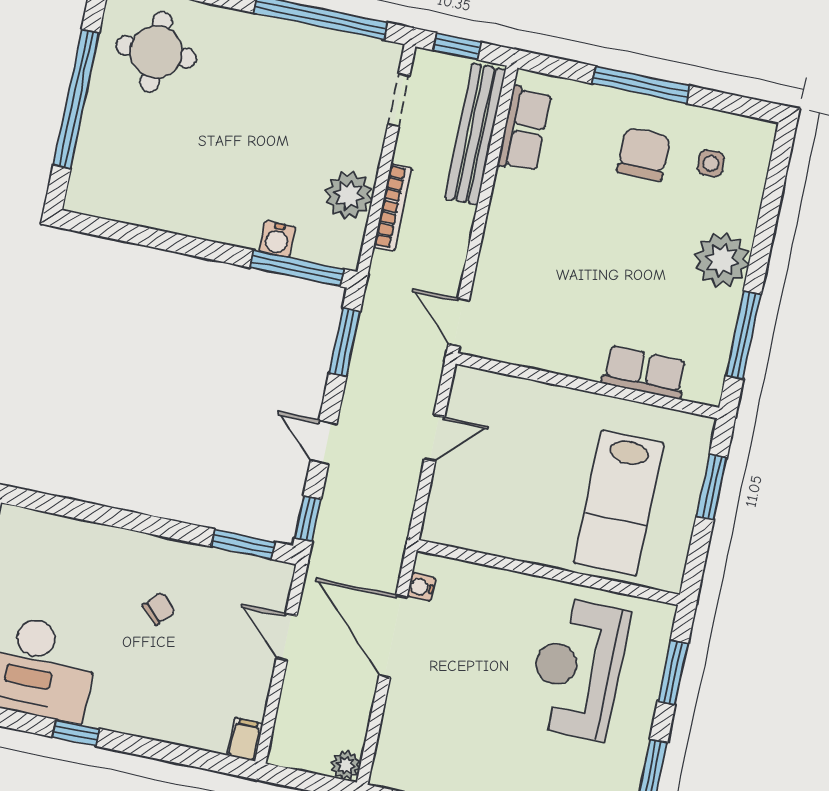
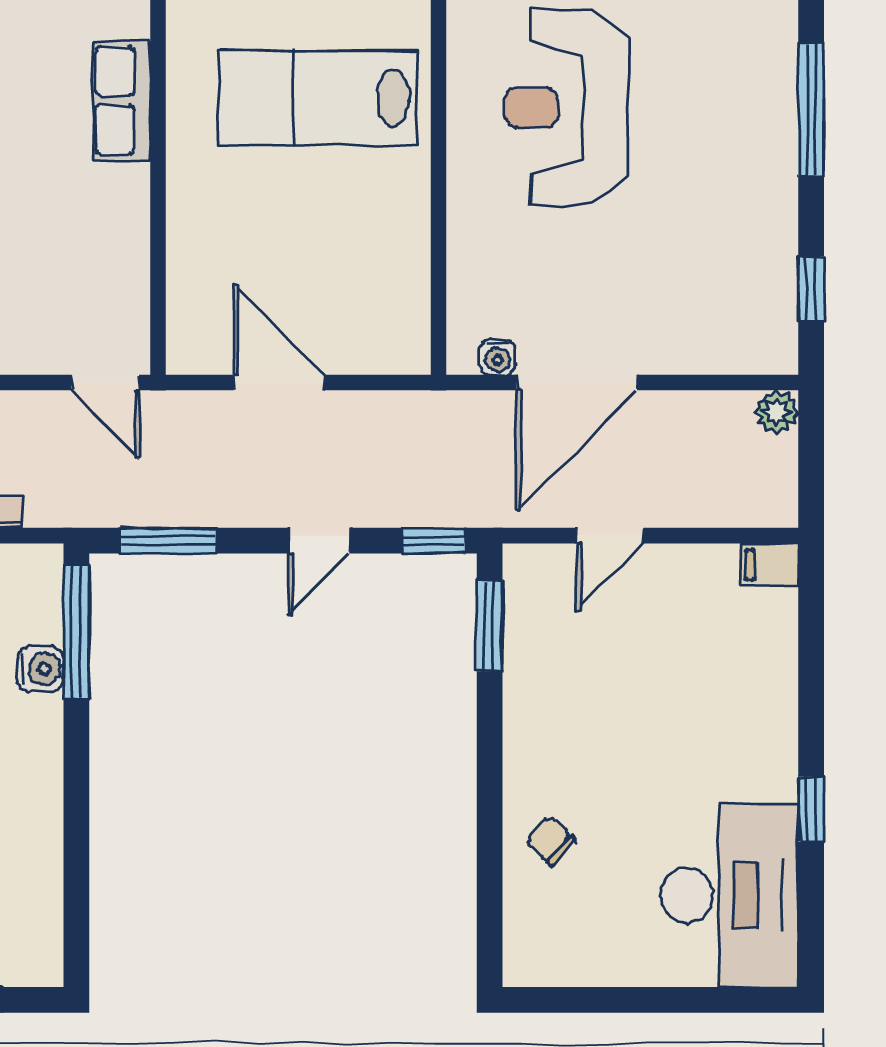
door: (459, 322) -> (105, 383), hinge flipped
door: (435, 438) -> (279, 383), width x1.38
lab bench: (619, 503) -> (318, 98), turned 180
chair: (159, 609) -> (551, 841), moved
reception desk: (578, 668) -> (567, 107), turned 90

